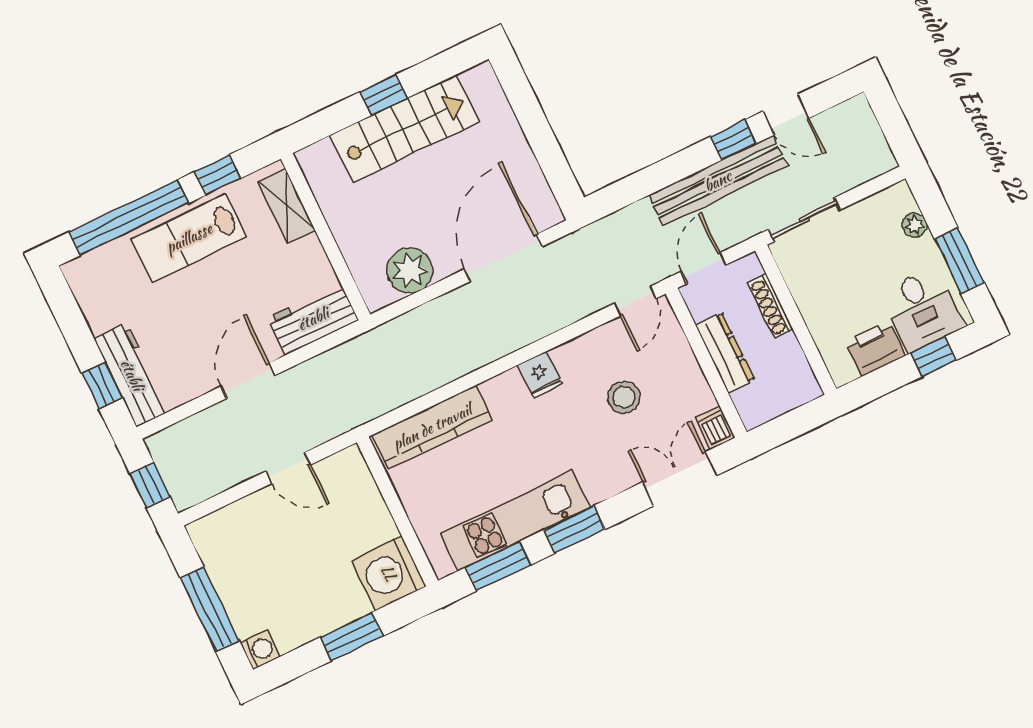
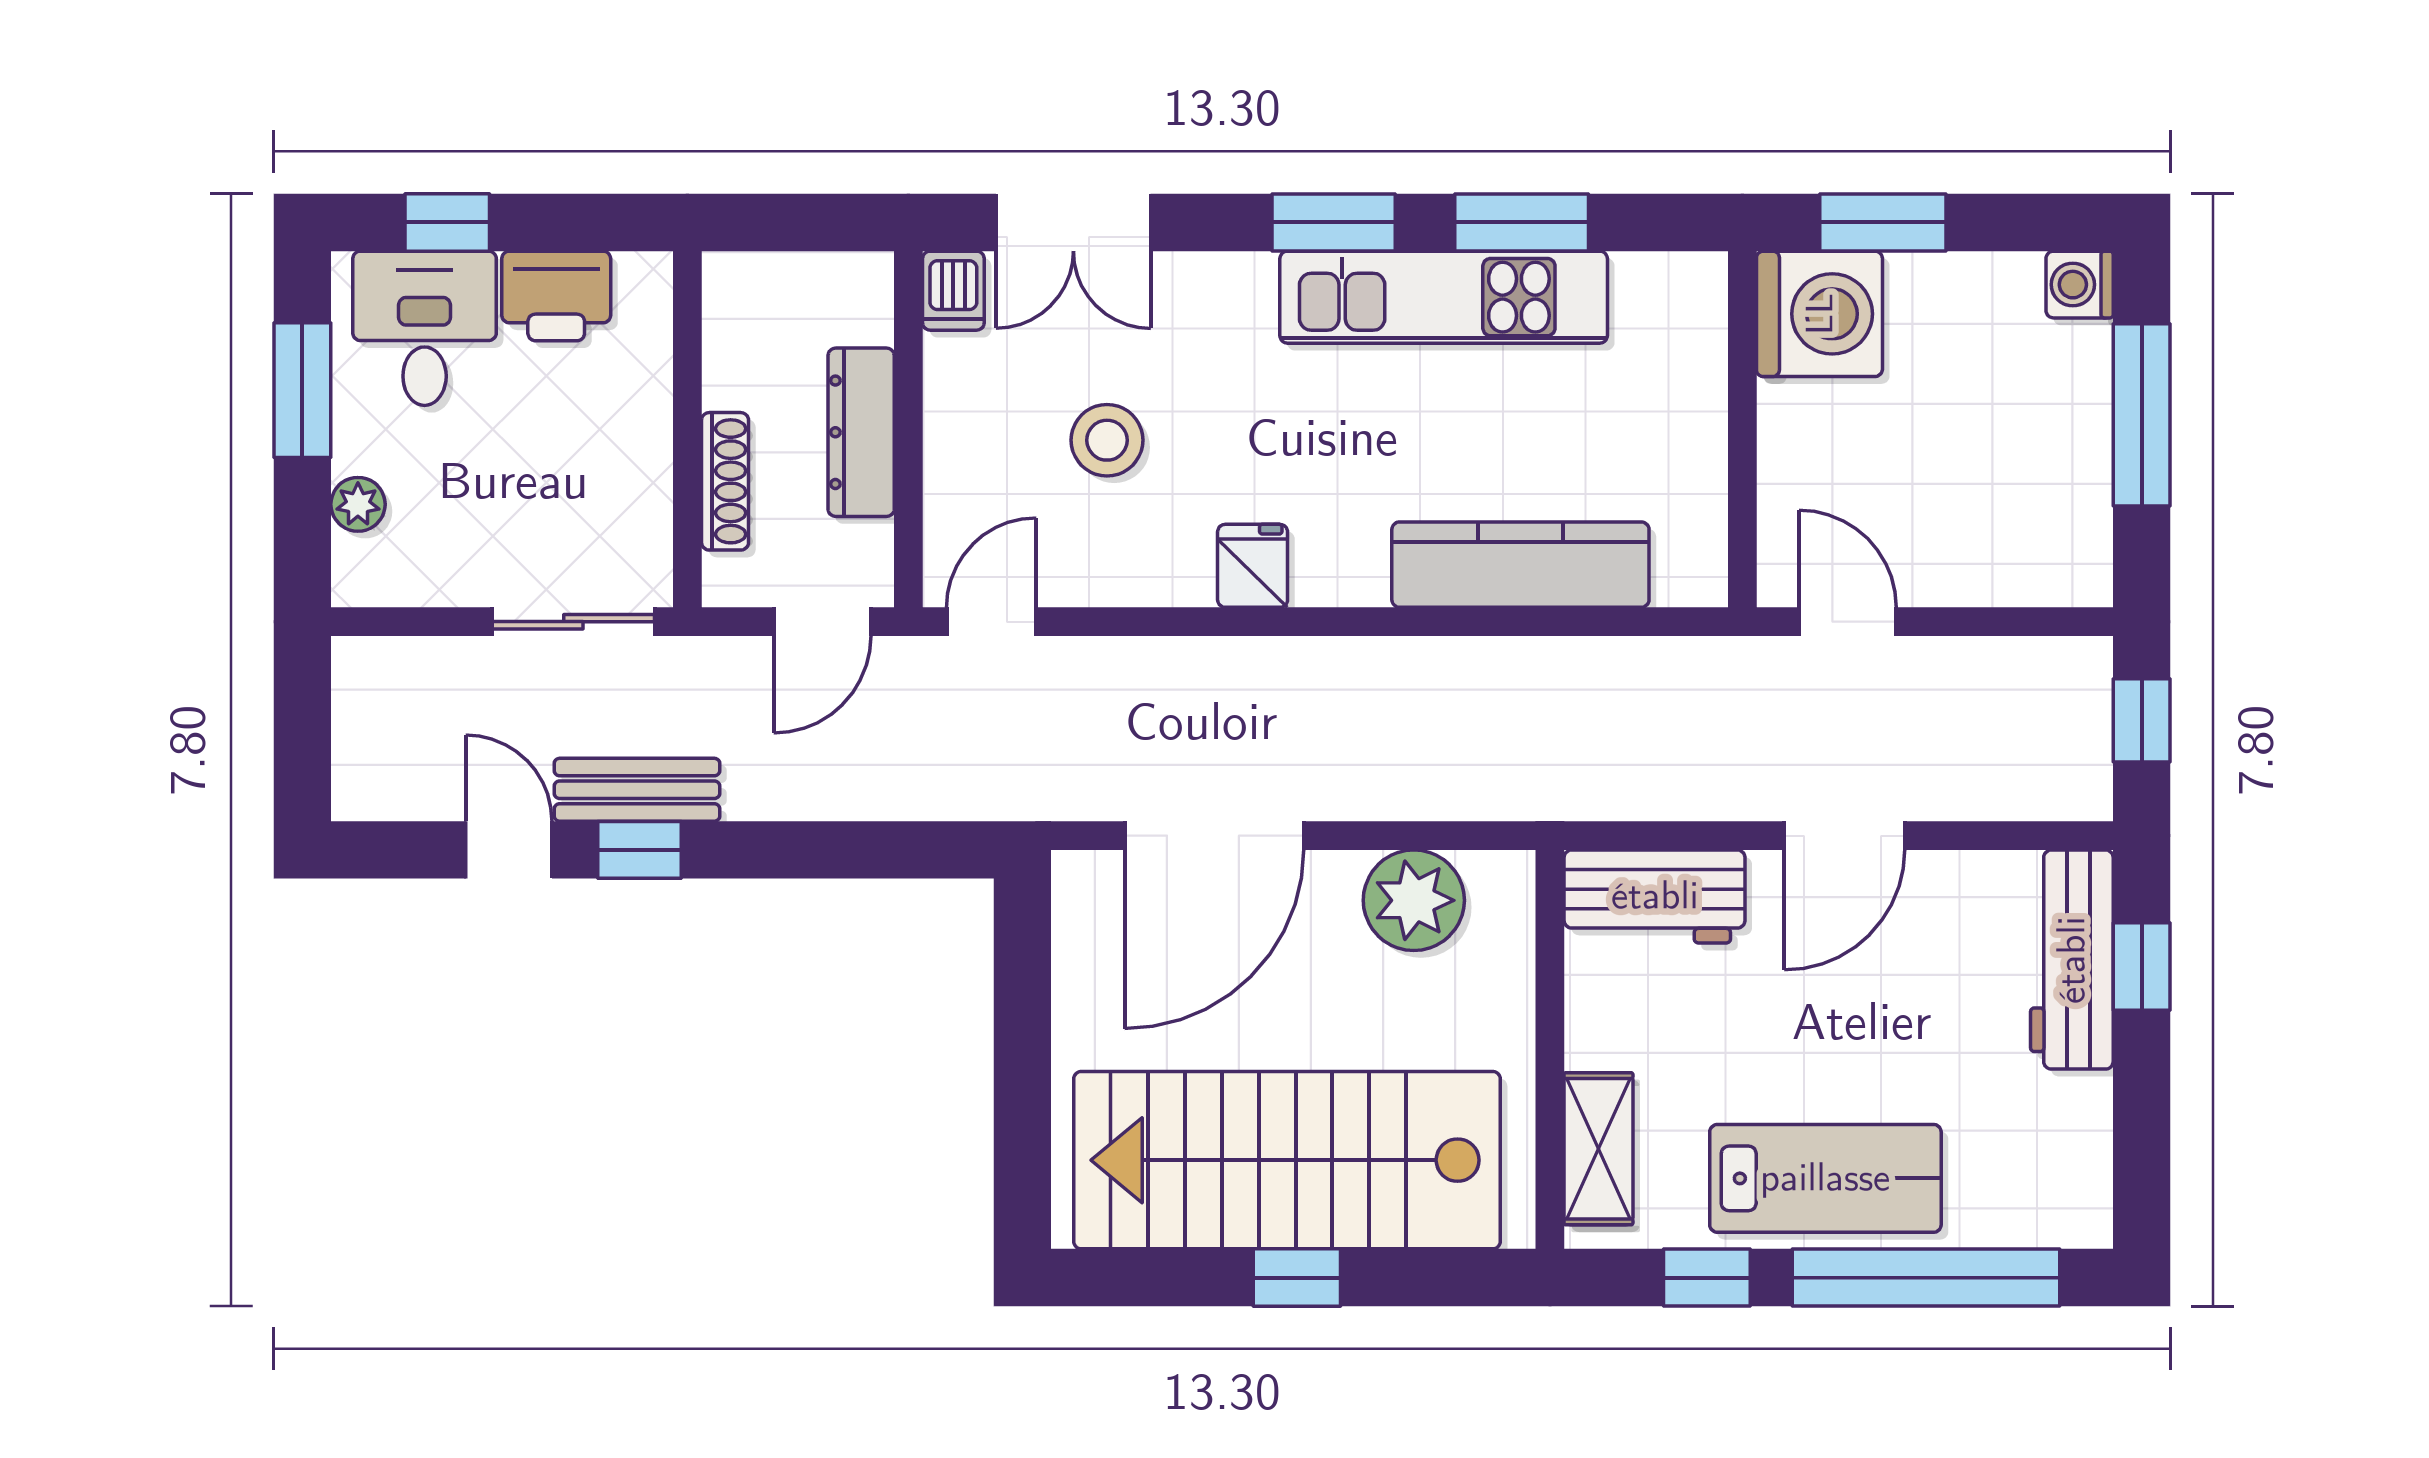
stairs: (405, 128) -> (1287, 1160), width x1.36, depth x1.51
bench: (718, 181) -> (637, 790), width x0.54, depth x0.82
wall: (397, 511) -> (1742, 429), moved
washing machine: (389, 573) -> (1820, 314), moved

